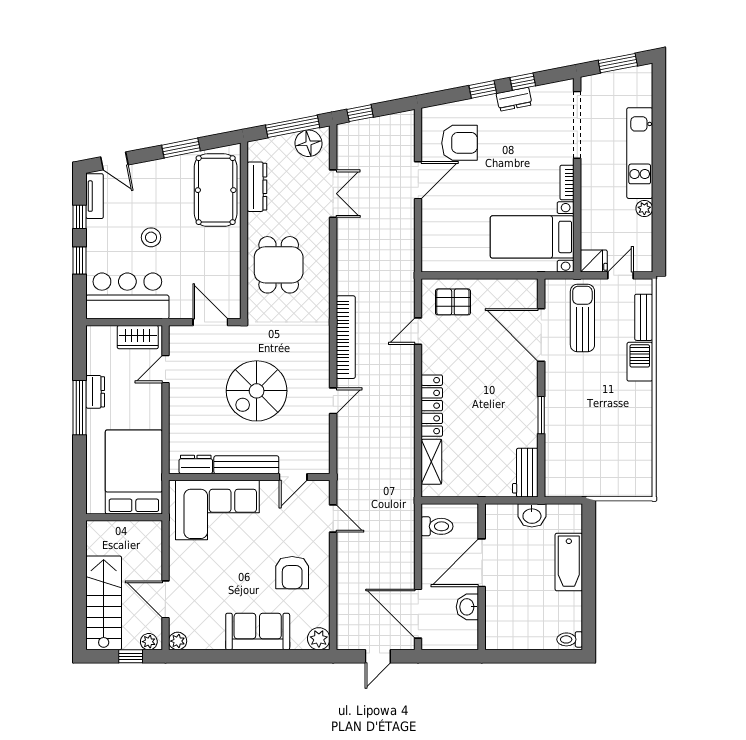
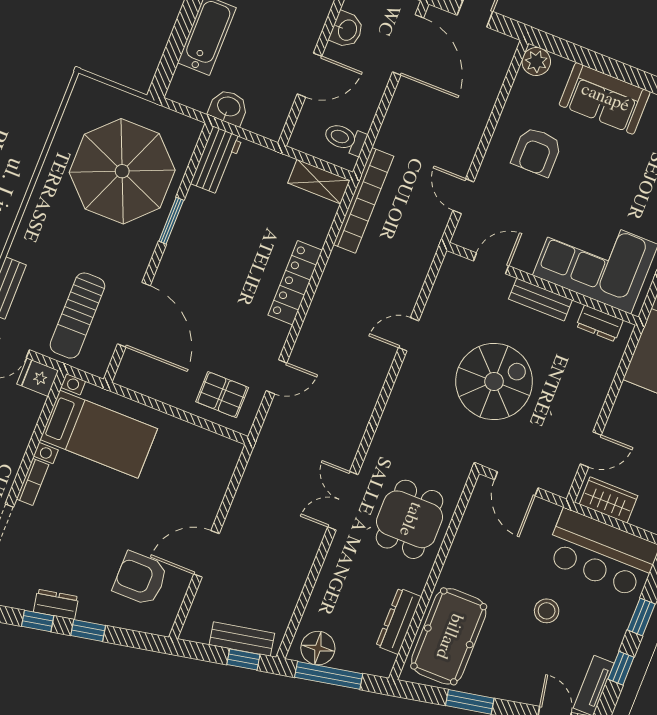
bench: (367, 128) -> (242, 639), added
double door: (333, 194) -> (343, 501), moved
bookcase: (346, 337) -> (363, 200), moved, turned 180
barbecue: (640, 362) -> (30, 238), removed
parasol: (592, 437) -> (122, 171), added
shelving: (431, 462) -> (319, 182), moved, turned 90
bench: (246, 465) -> (540, 300), width x0.73
door: (482, 563) -> (310, 75), width x0.73
armchair: (292, 573) -> (537, 152), turned 180

